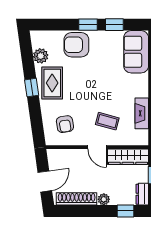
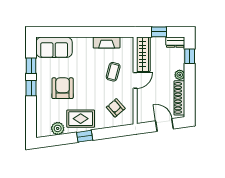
armchair: (76, 45) -> (63, 88), moved, turned 180
armchair: (65, 124) -> (116, 108), turned -122

